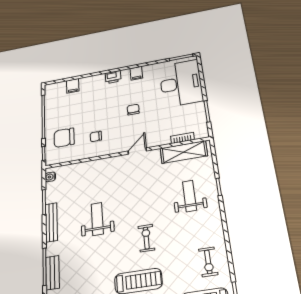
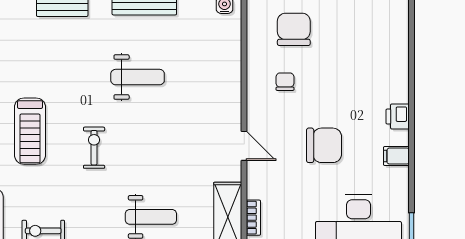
filing cabinet: (73, 86) -> (395, 47), removed
chair: (133, 110) -> (324, 145), width x1.87, depth x1.87
exercise bike: (146, 238) -> (94, 148), turned -90

